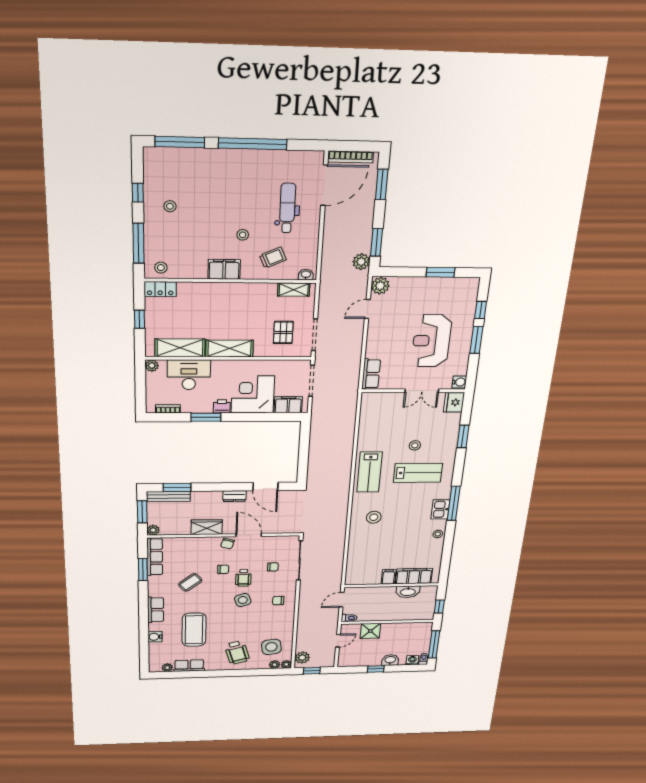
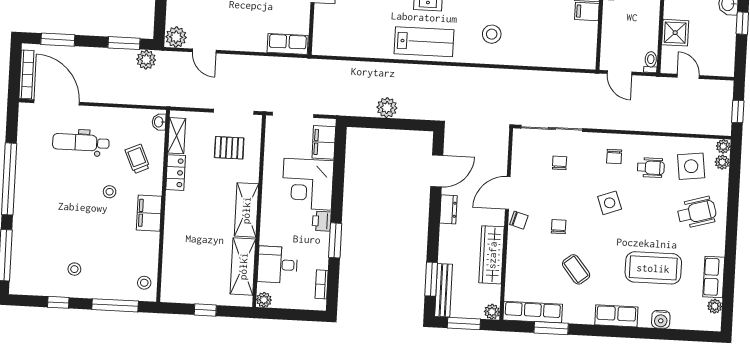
locker: (160, 289) -> (176, 173), moved
desk: (189, 375) -> (278, 265), width x0.73
wardrobe: (207, 527) -> (492, 255), width x1.50
wheelchair: (243, 578) -> (651, 168), moved
plant: (302, 658) -> (387, 108), moved

